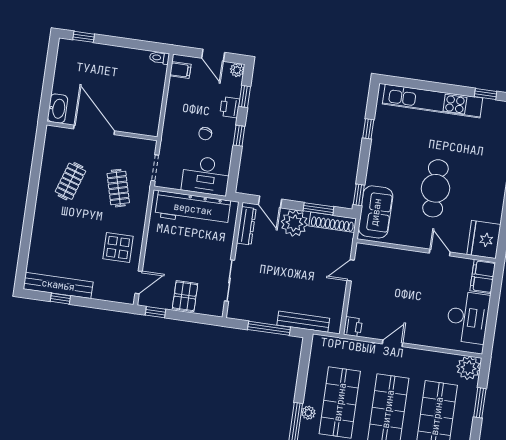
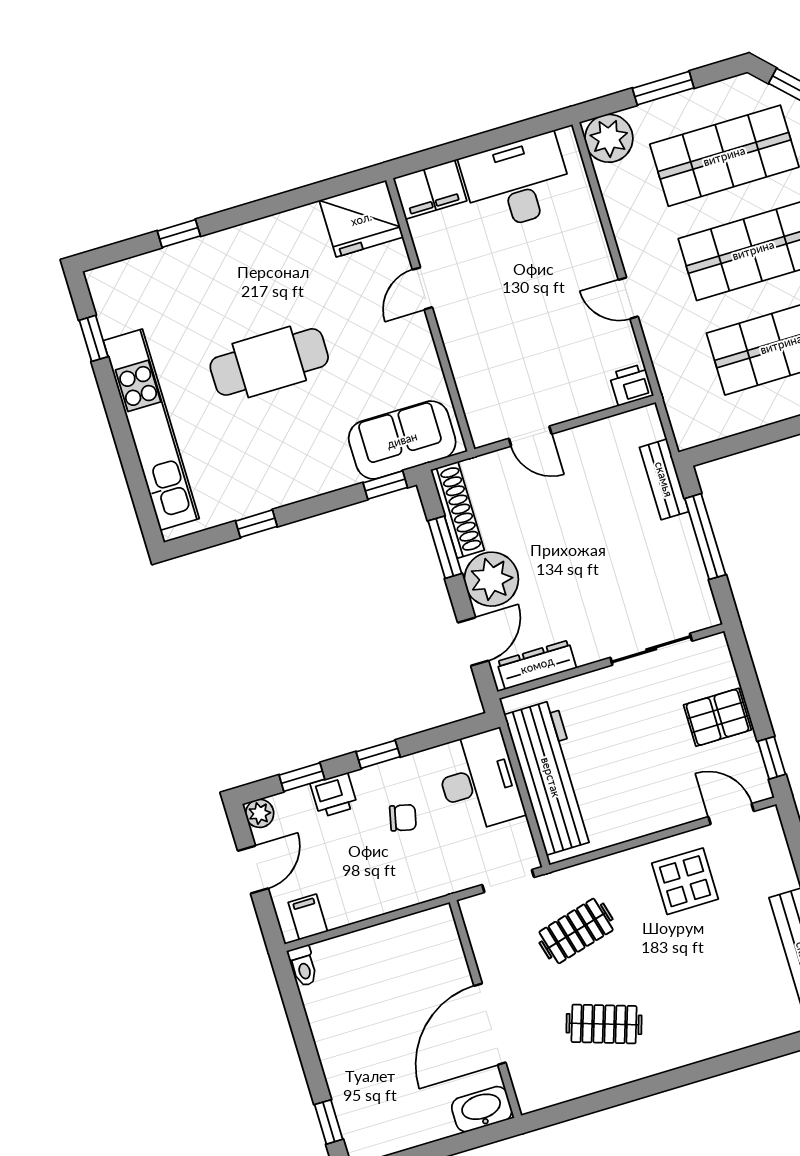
cafe table: (435, 188) -> (269, 362), moved
bench: (303, 322) -> (664, 479), width x0.73

